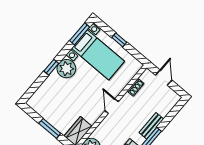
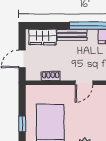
wardrobe: (167, 104) -> (42, 37), added

